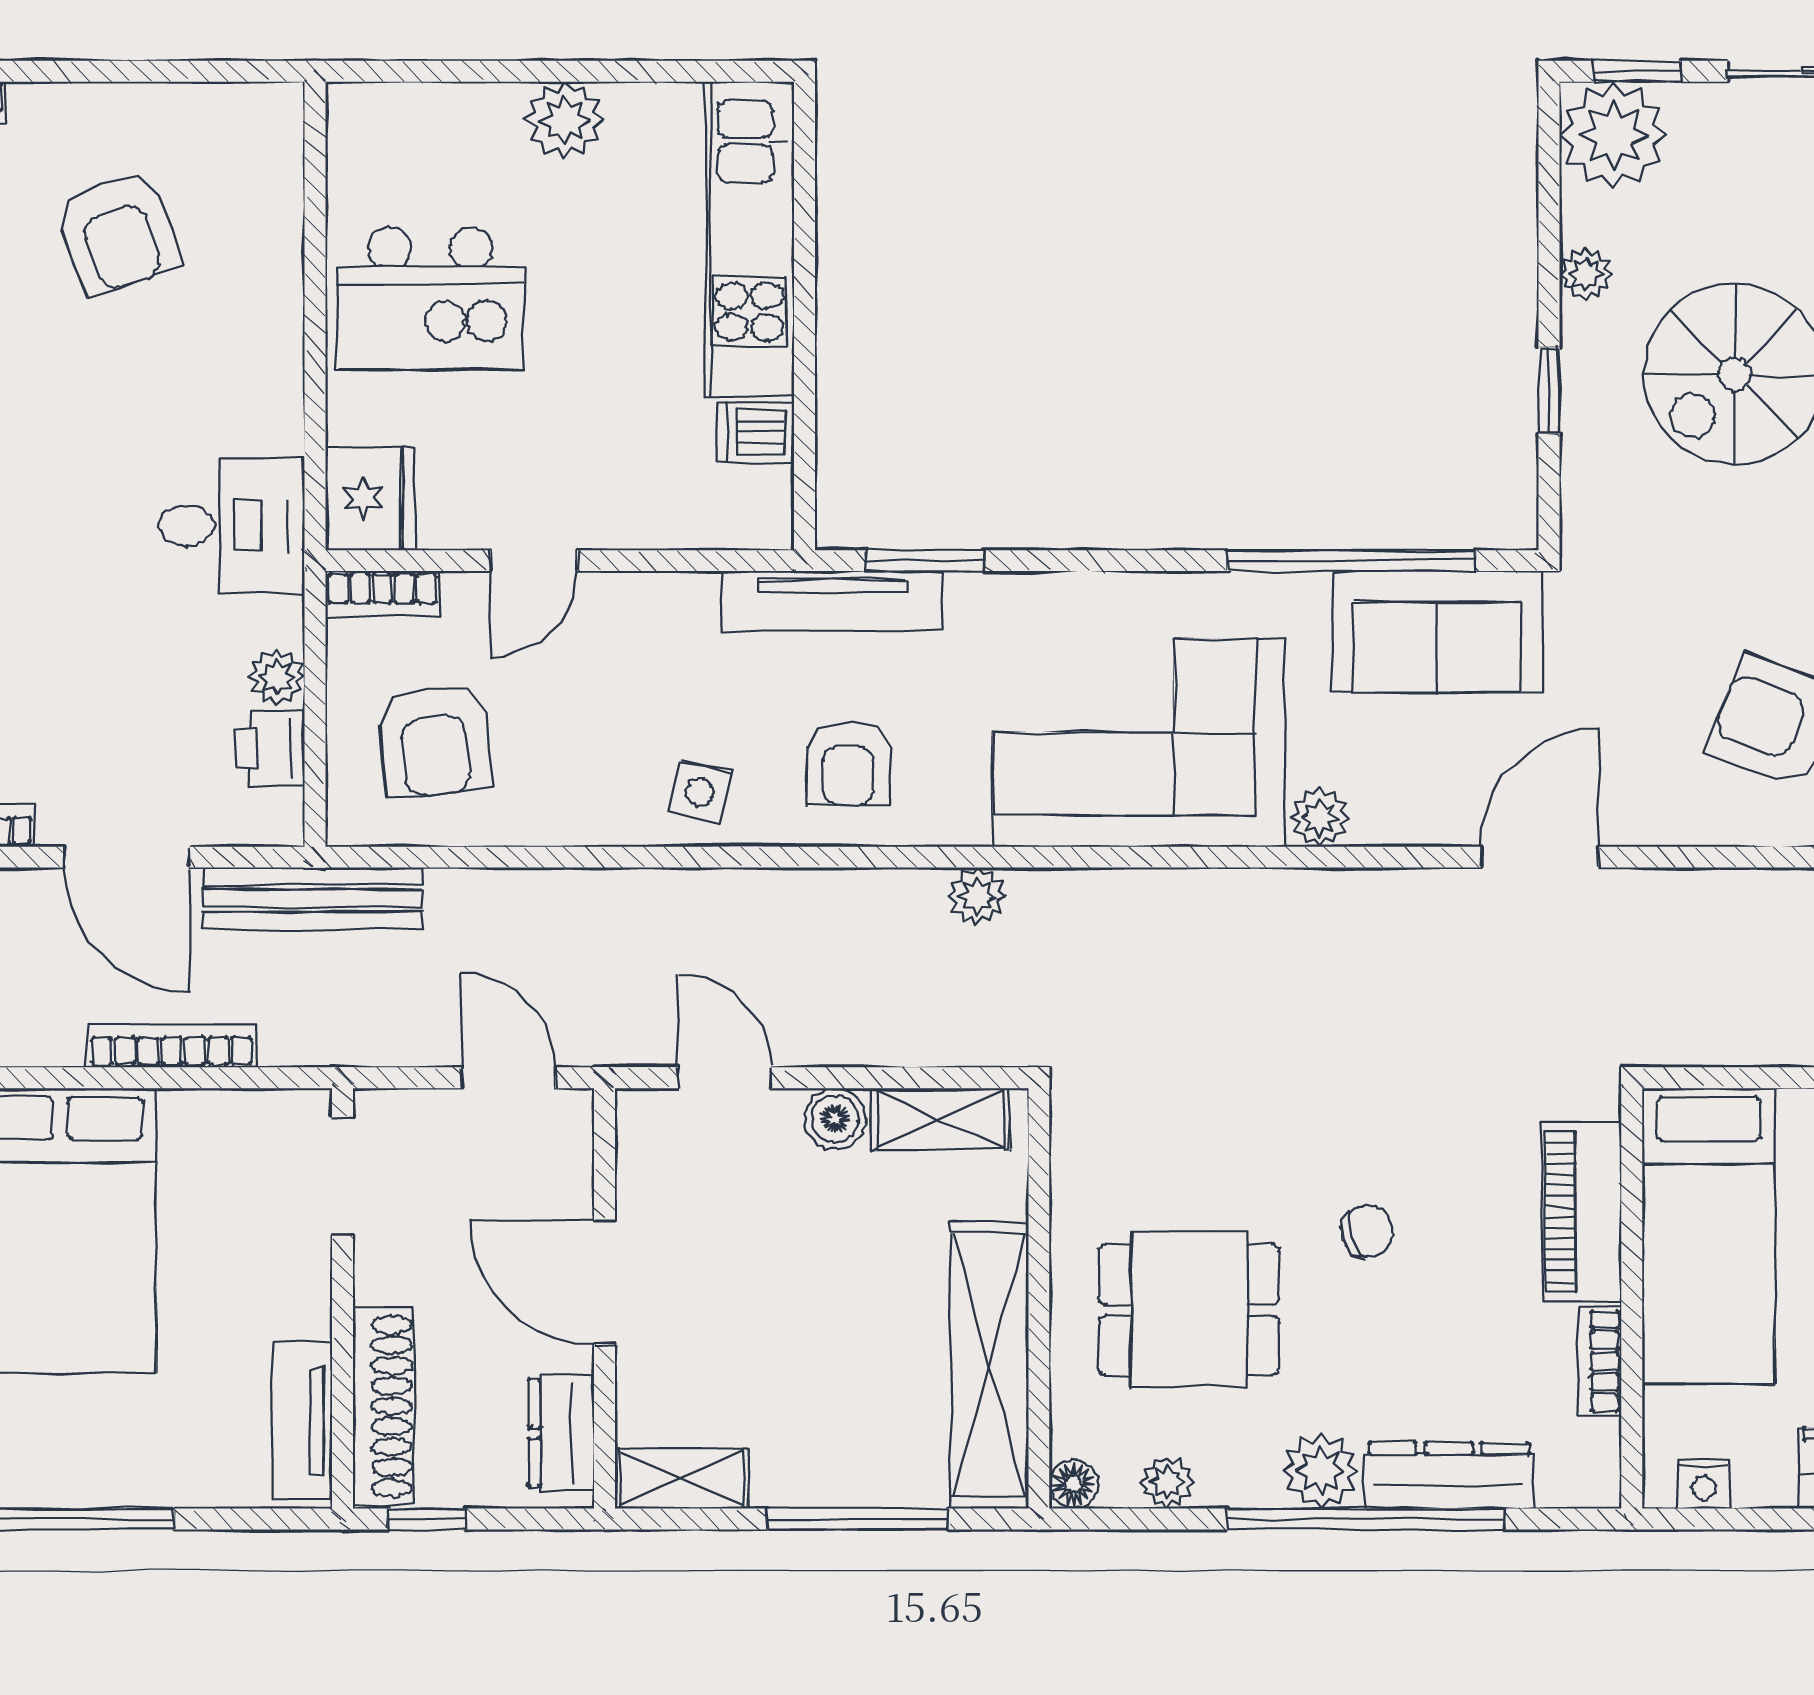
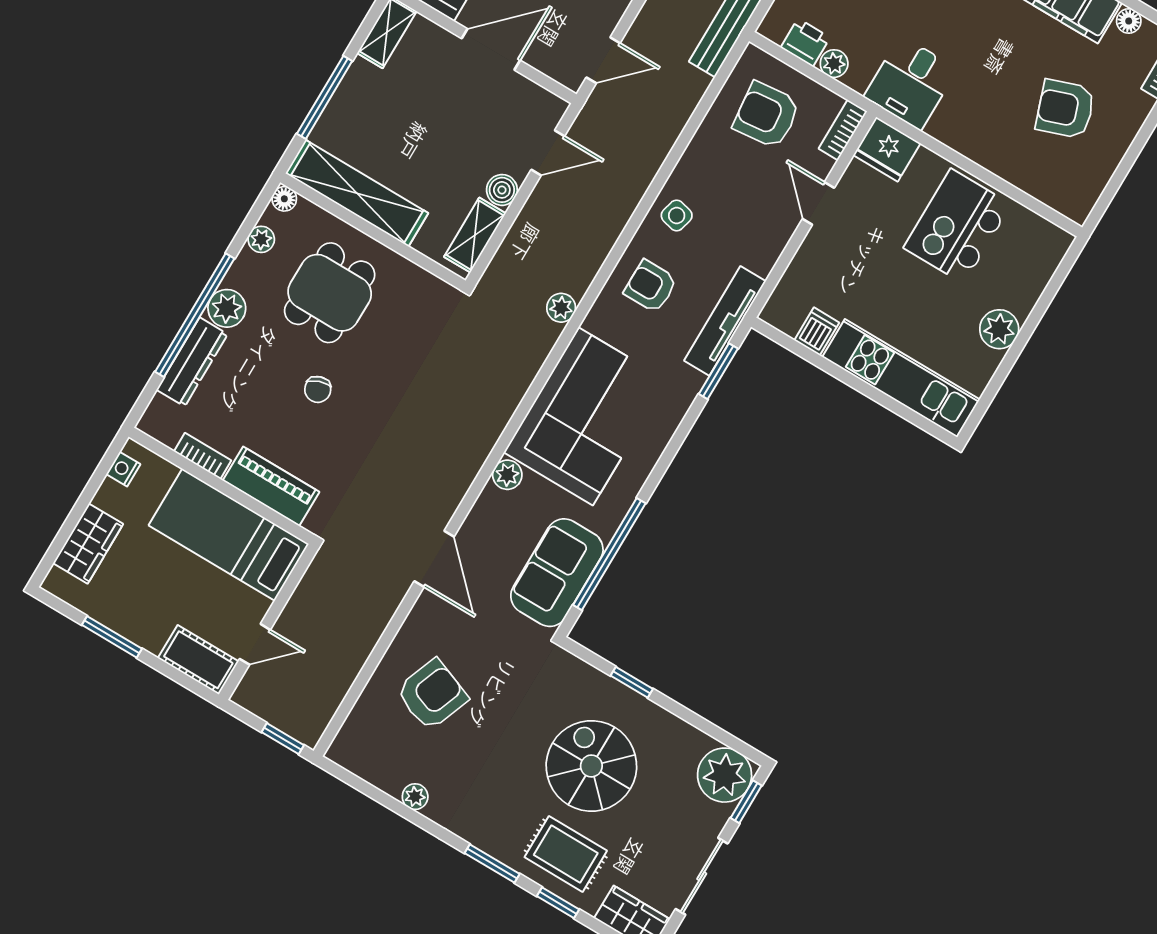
plant: (1586, 274) -> (672, 728), removed

